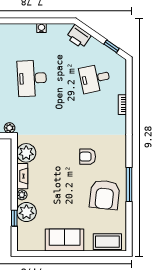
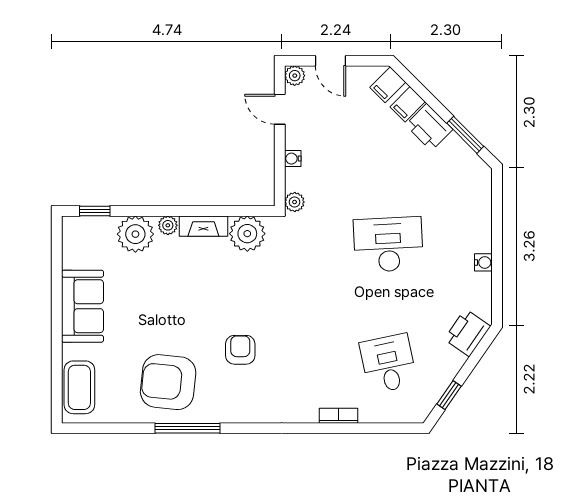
window: (14, 218) -> (95, 211), moved

